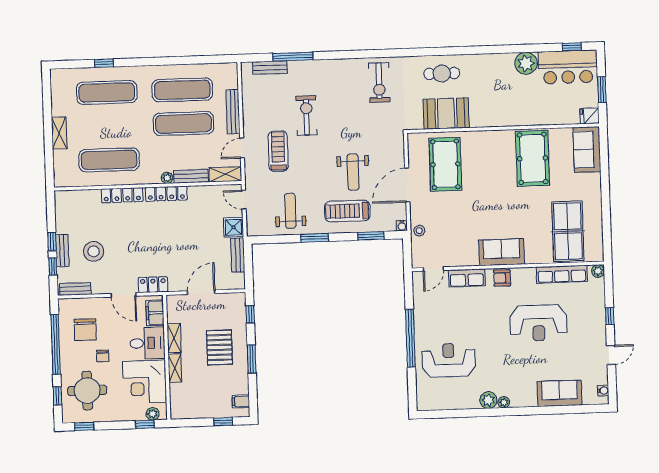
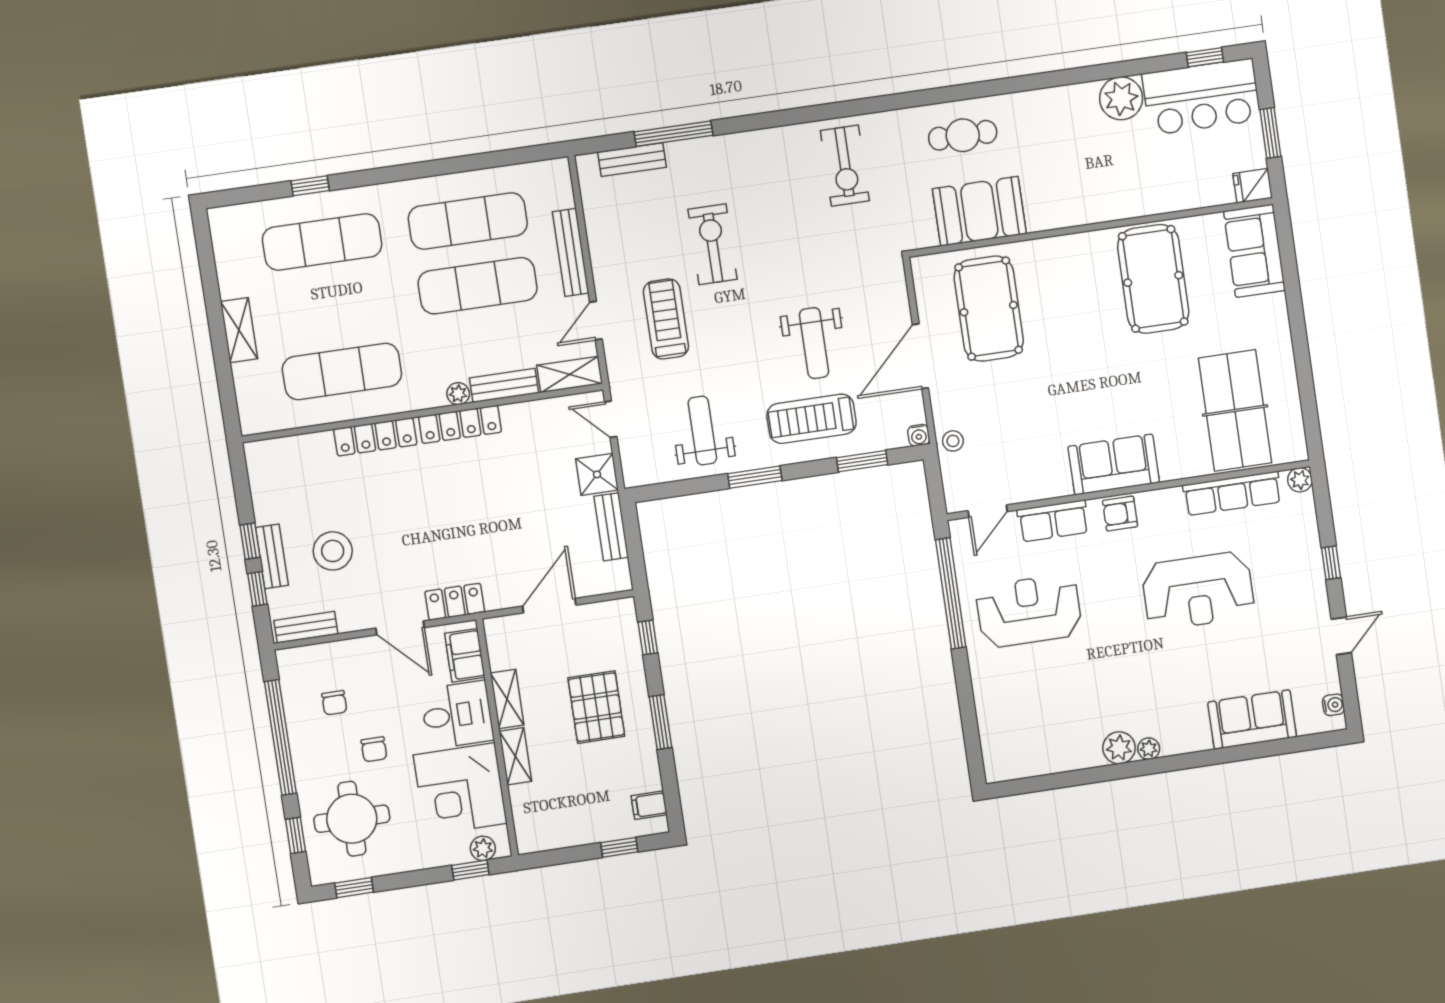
chair: (85, 330) -> (334, 703), width x0.54, depth x0.54
window: (410, 338) -> (951, 593), moved
reception desk: (449, 360) -> (1029, 611), moved

